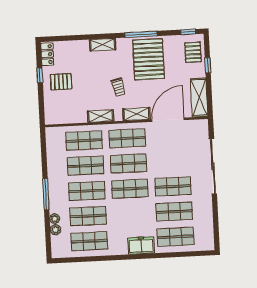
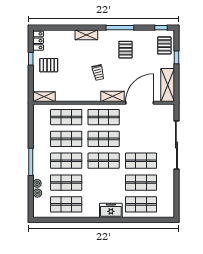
pallet: (149, 59) -> (125, 50), width x0.49, depth x0.50
shelving: (101, 116) -> (44, 97), moved

